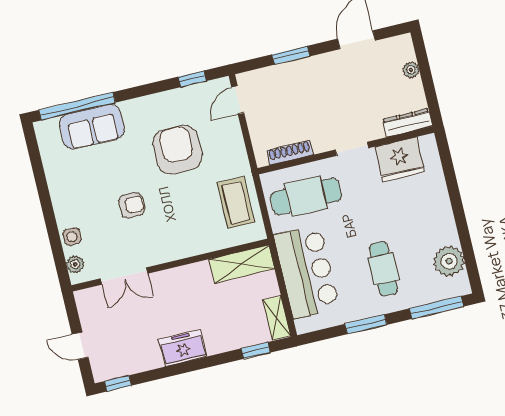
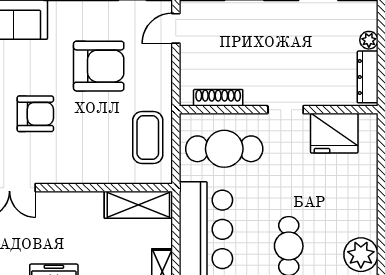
dresser: (408, 123) -> (368, 77), moved, turned -90
armchair: (177, 150) -> (99, 66), turned 90
armchair: (132, 205) -> (35, 114), width x1.38, depth x1.38

